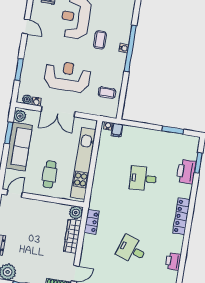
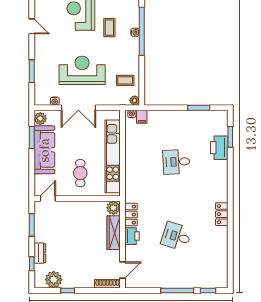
plant: (27, 99) -> (135, 100), moved
locker: (181, 216) -> (222, 214), moved, width x0.66
printer: (173, 261) -> (132, 236), moved, turned 180

